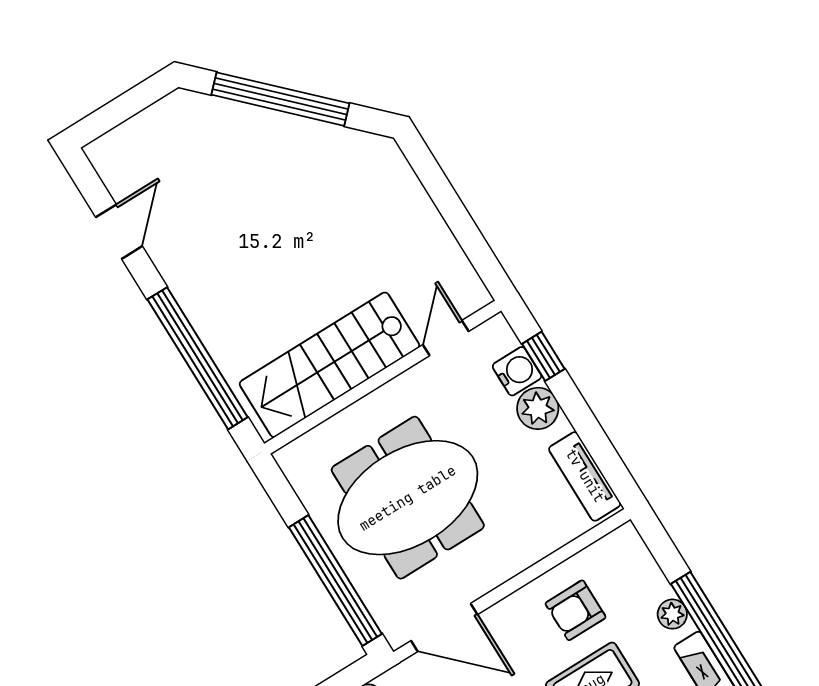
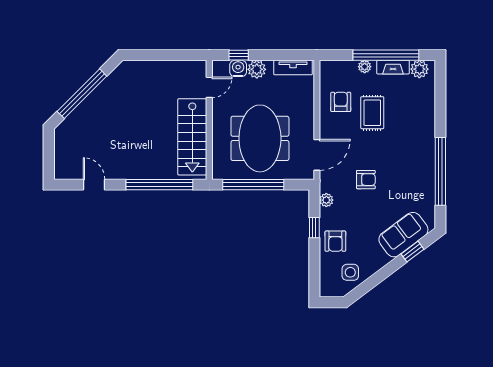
door: (446, 338) -> (209, 87), swing flipped
window: (335, 581) -> (253, 185), moved
armchair: (576, 610) -> (341, 102), turned 180

